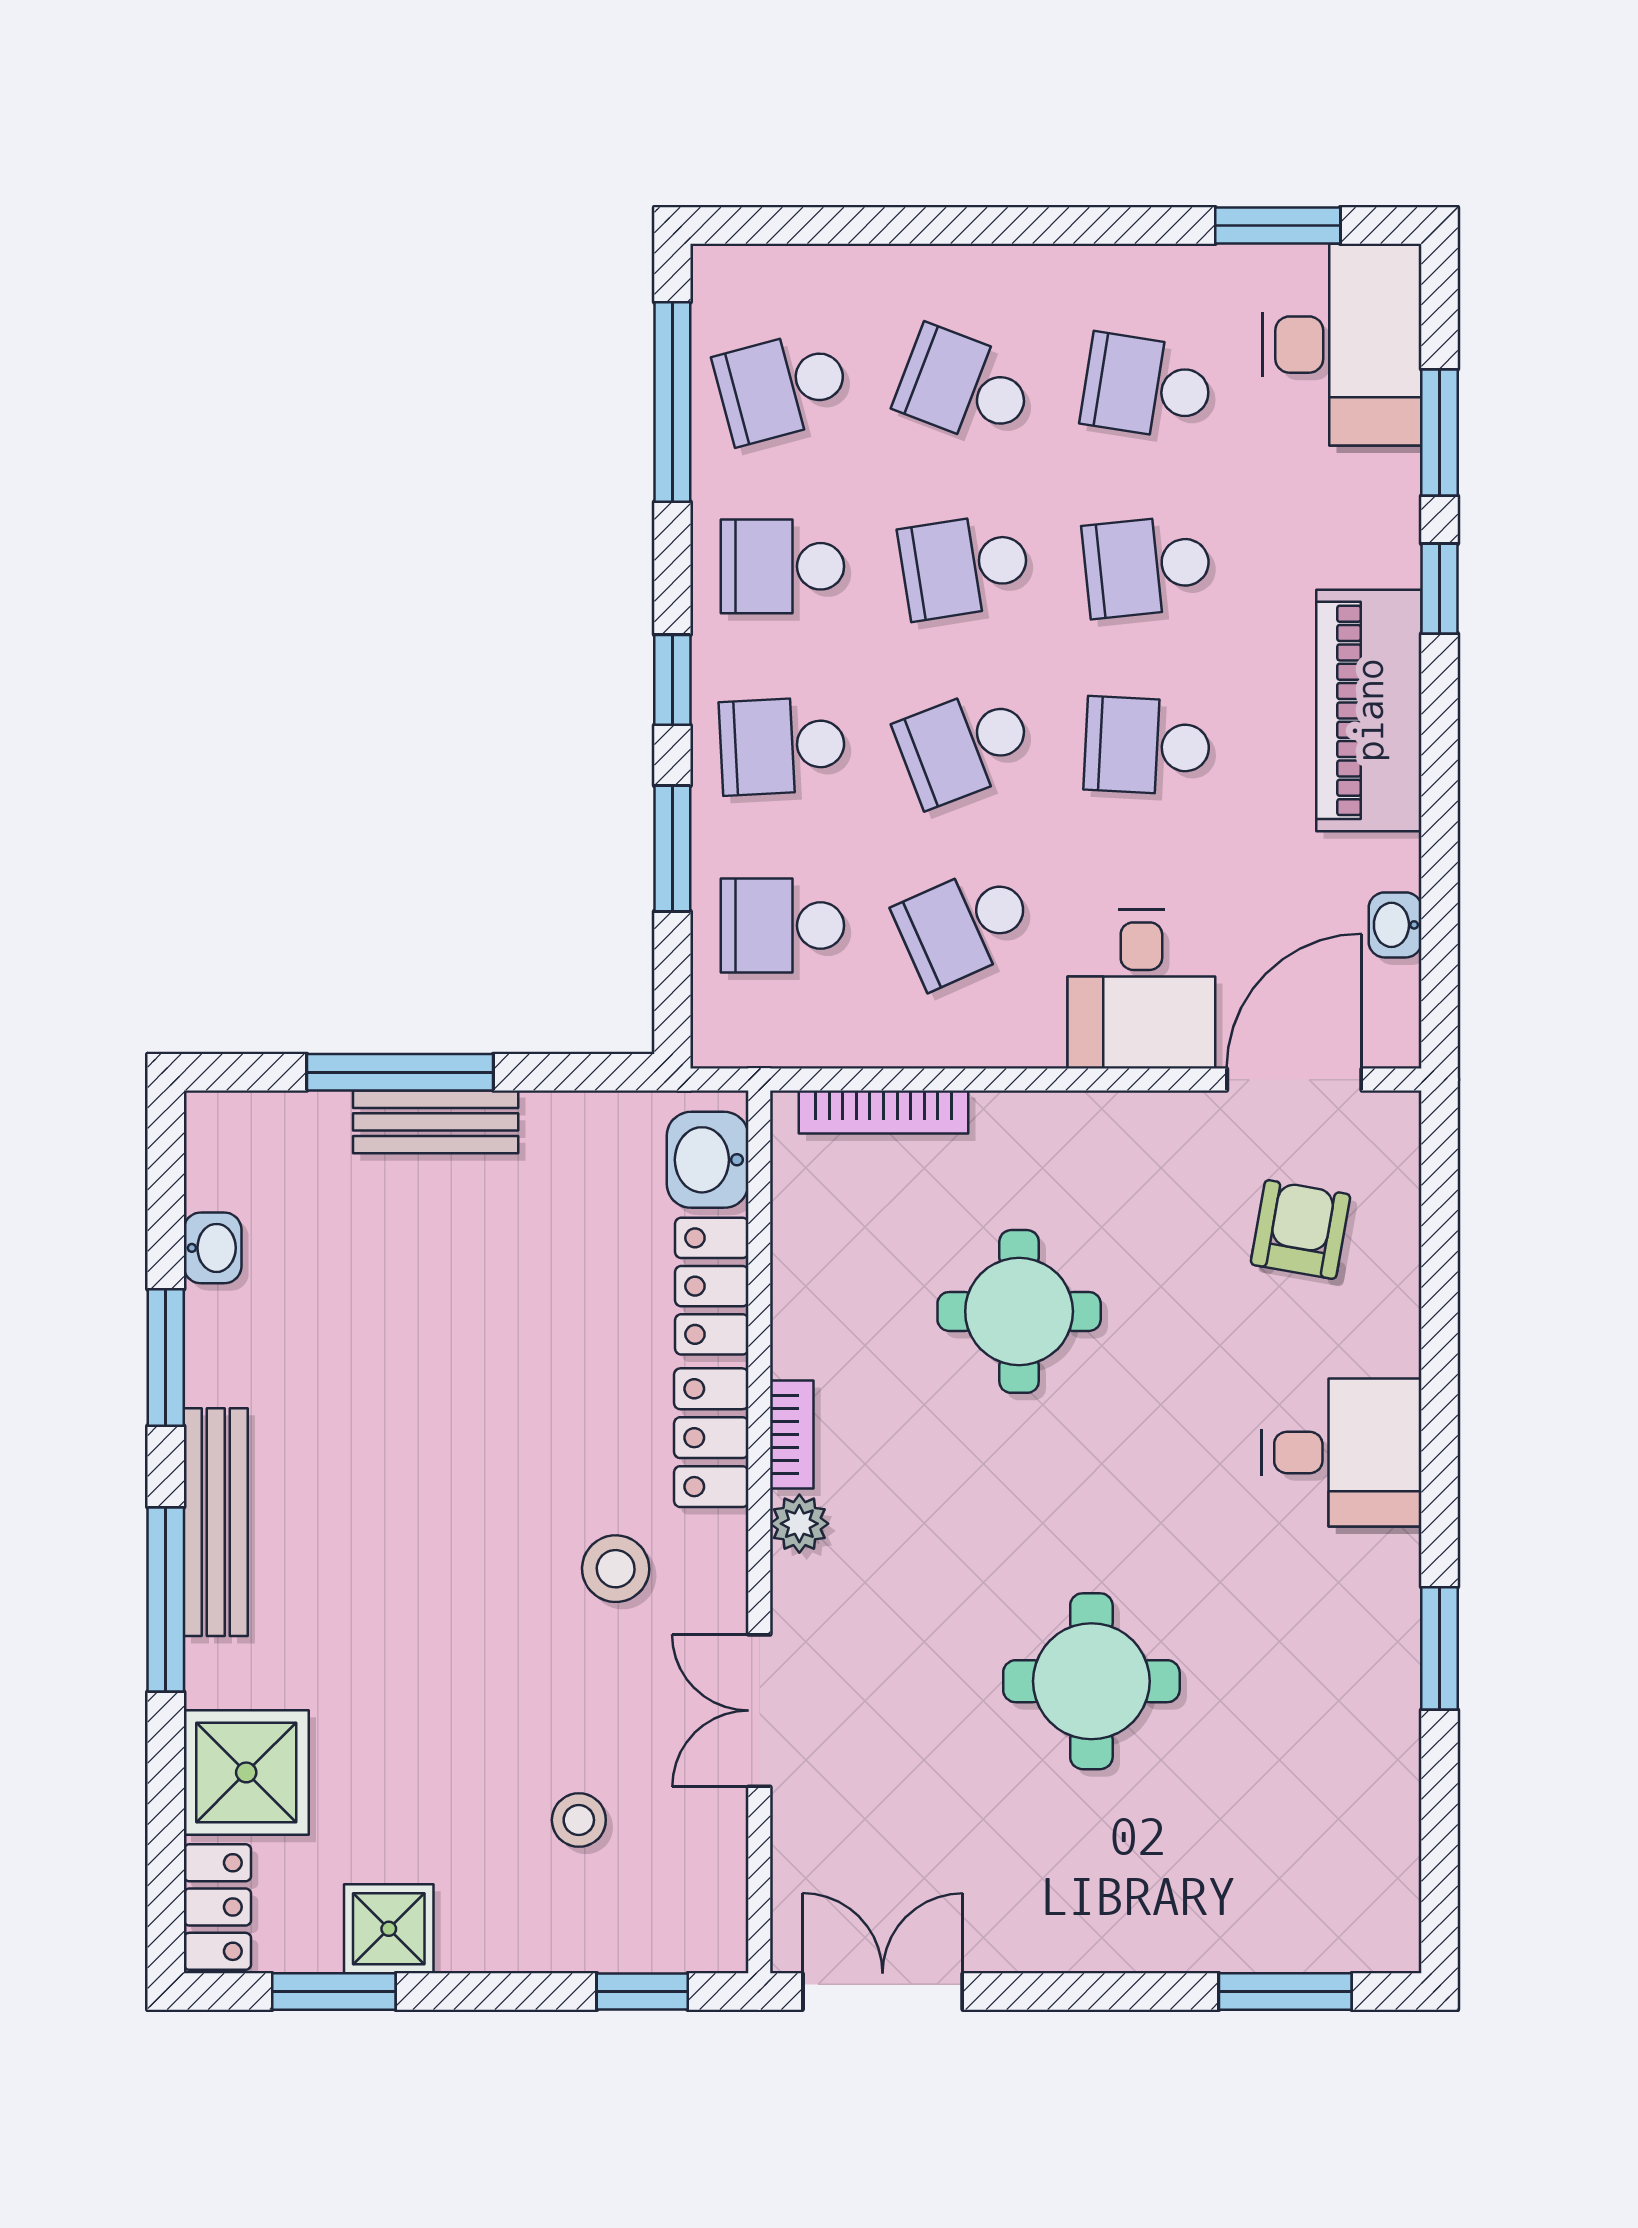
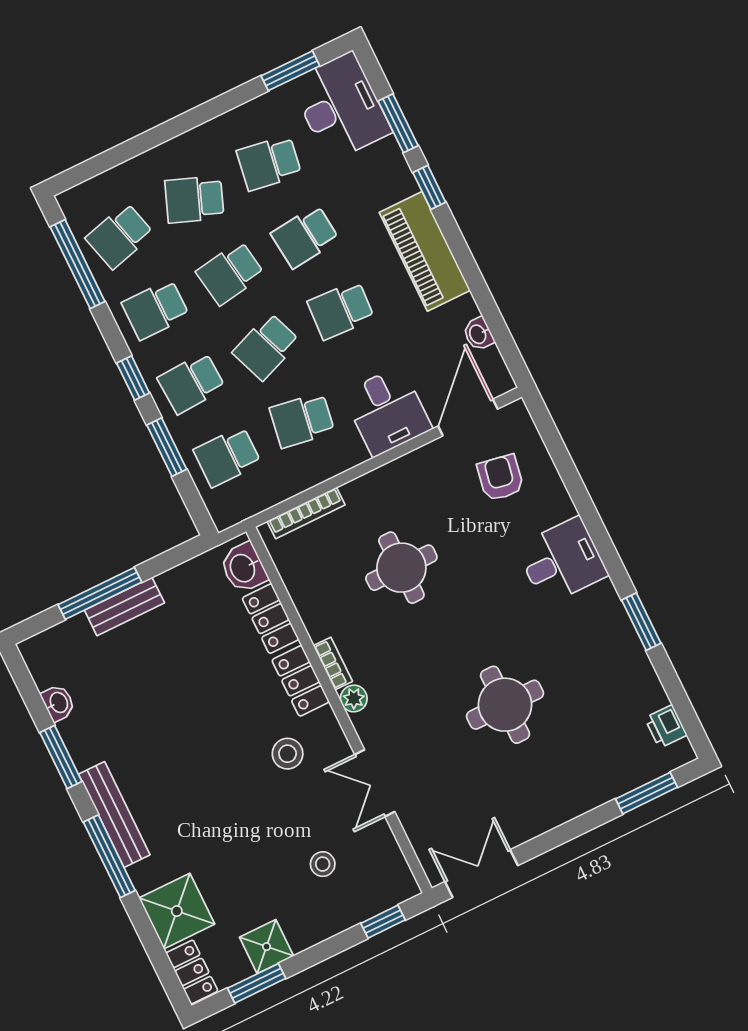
school desk: (965, 926) -> (302, 420), turned 33
printer: (1387, 1879) -> (666, 727), added

